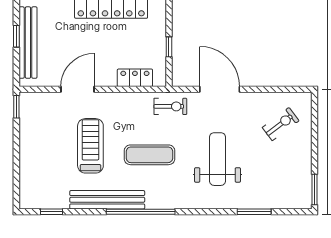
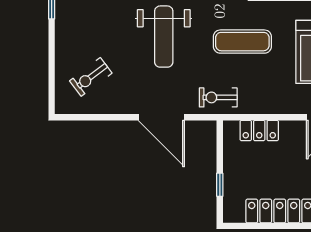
window: (169, 47) -> (220, 185), moved

